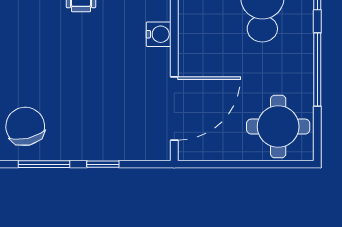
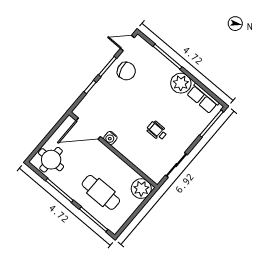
water cooler: (159, 34) -> (110, 138), moved
door: (174, 108) -> (88, 129), hinge flipped

